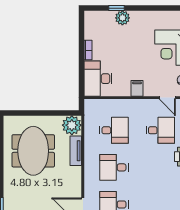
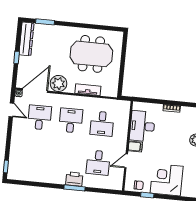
desk: (98, 79) -> (142, 126), moved, turned -90
door: (167, 98) -> (126, 161), moved
plant: (72, 125) -> (58, 83), moved

